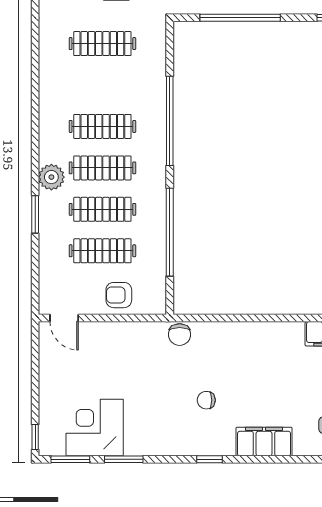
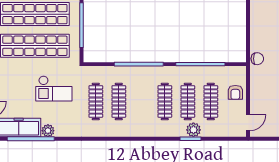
clothes rail: (102, 126) -> (119, 101), moved
plant: (51, 177) -> (193, 130), moved

